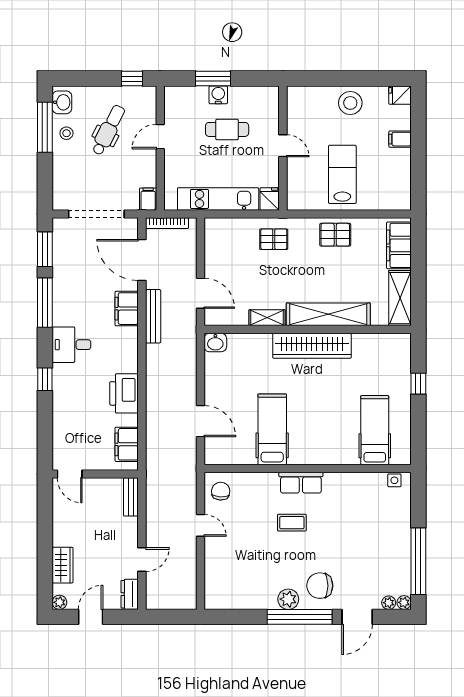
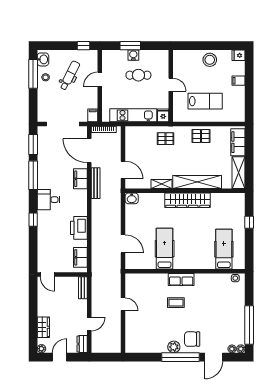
lab bench: (342, 174) -> (205, 101), turned 90
chair: (221, 491) -> (135, 284), removed

